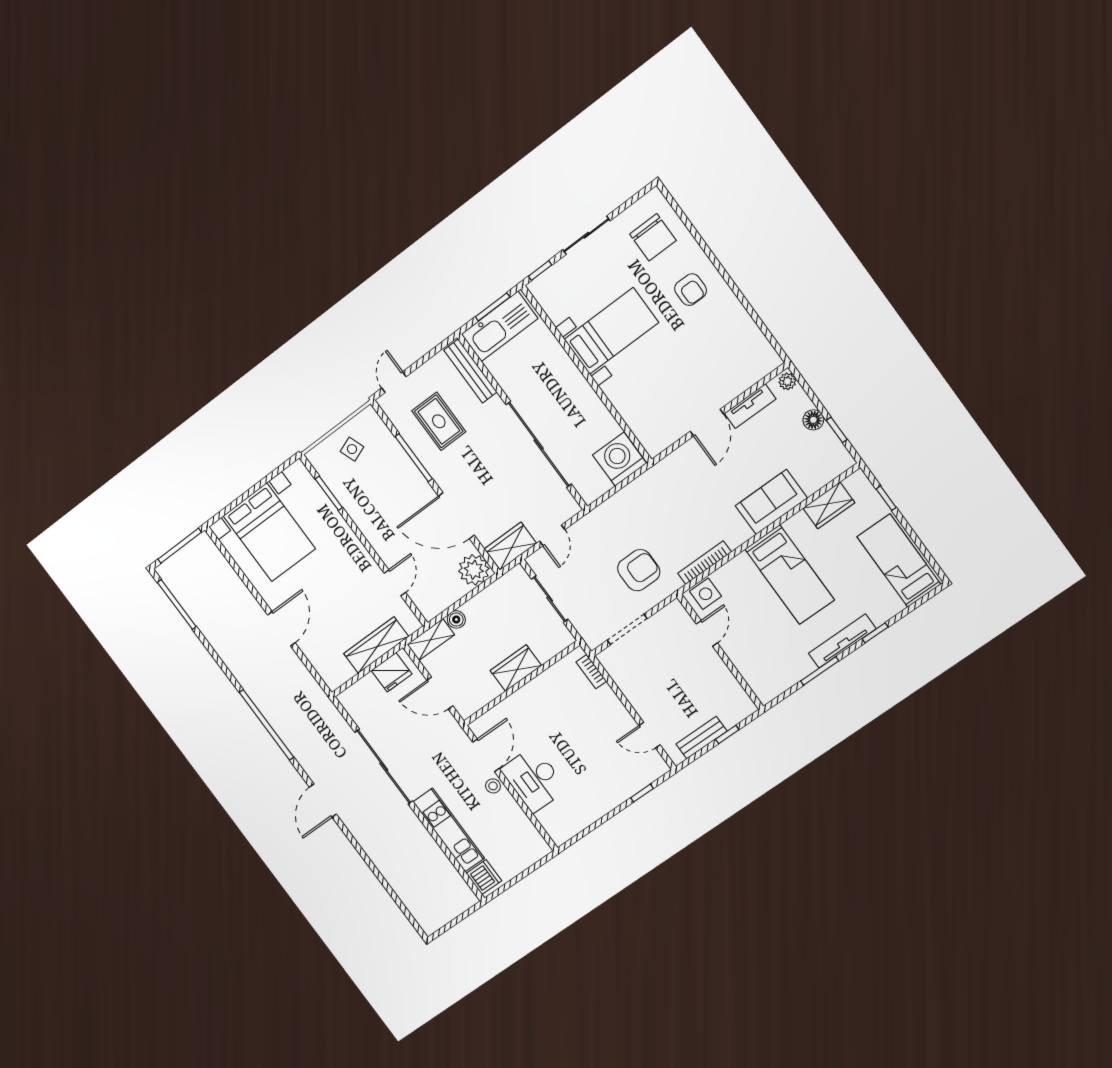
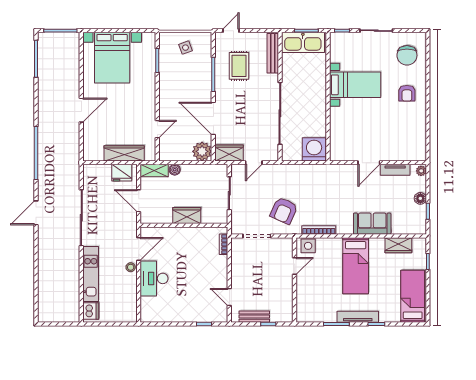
armchair: (639, 570) -> (284, 211), turned 114

